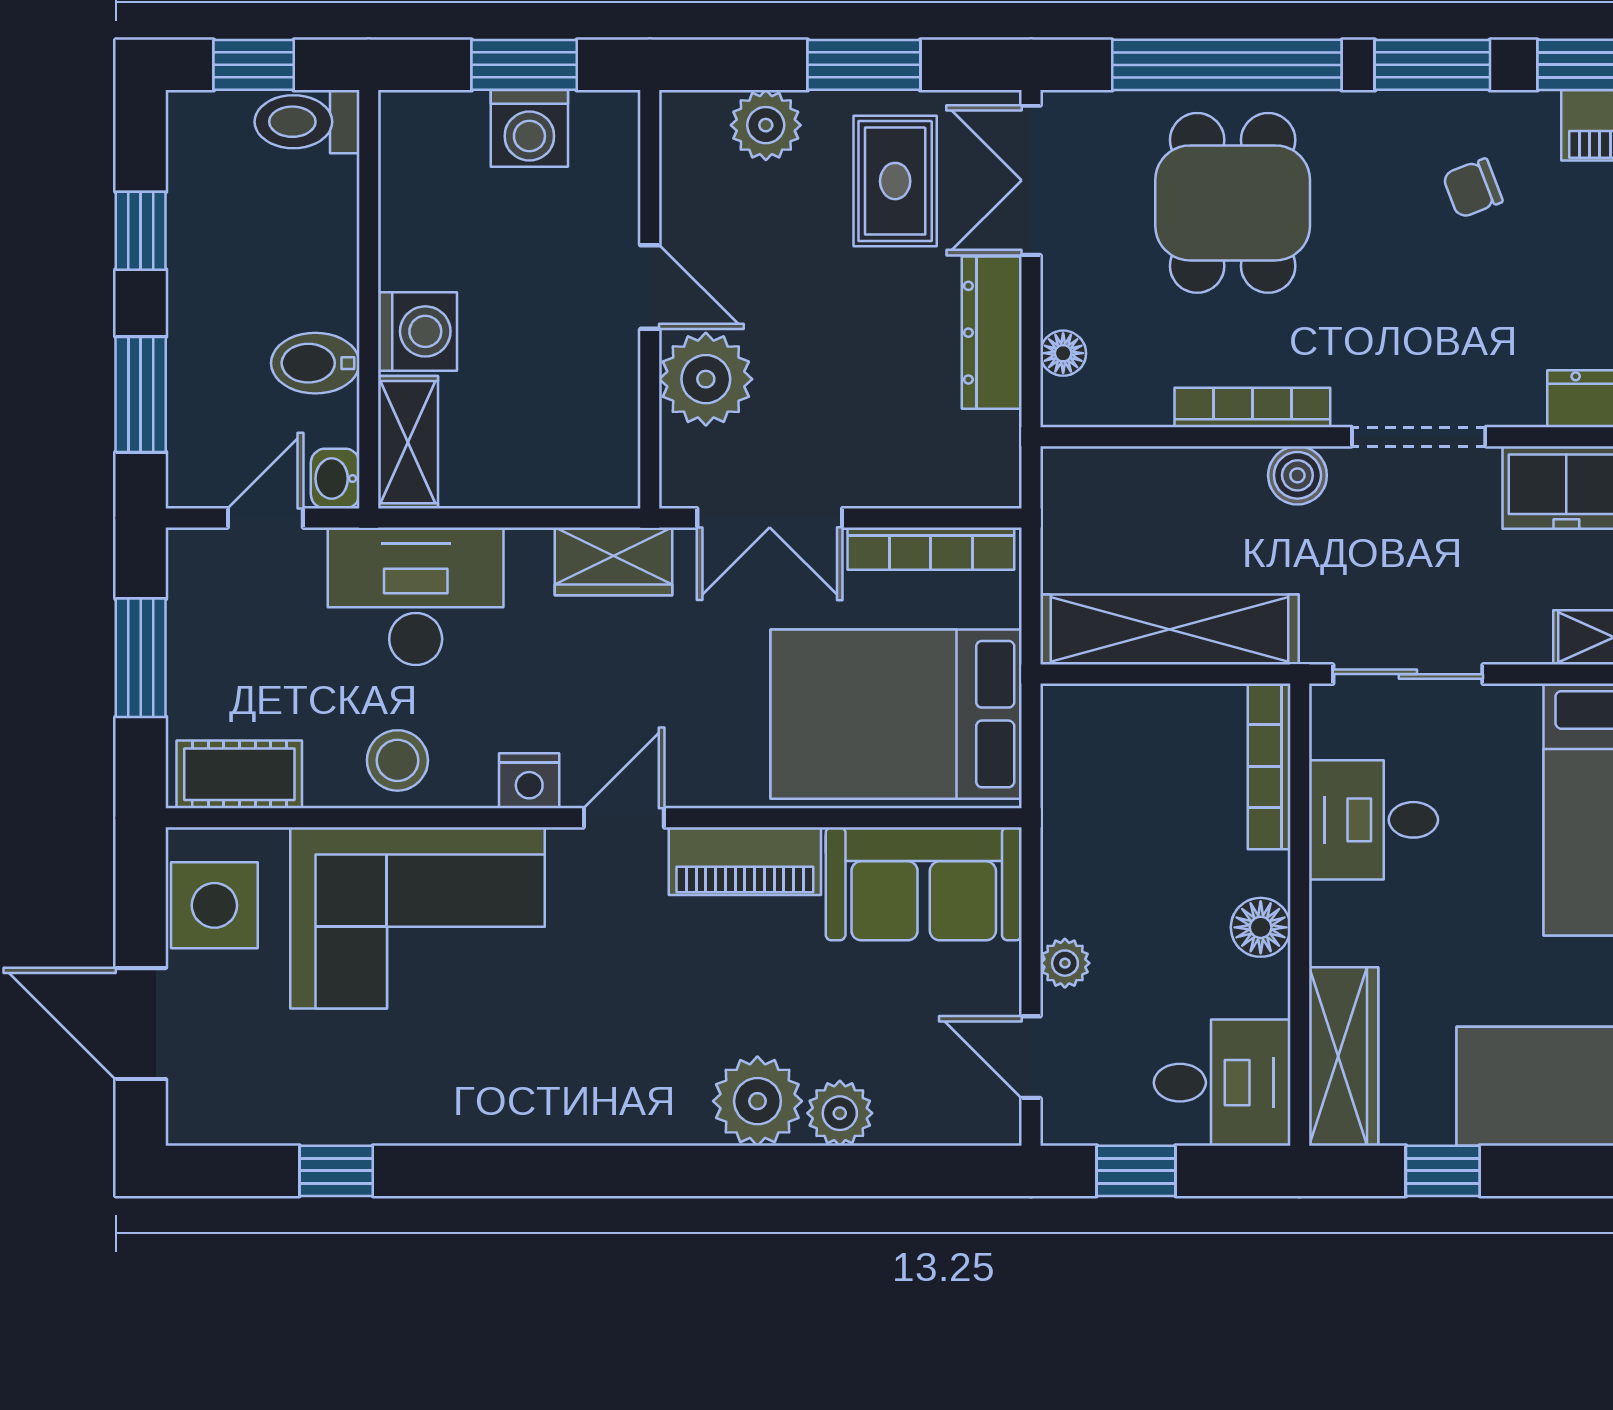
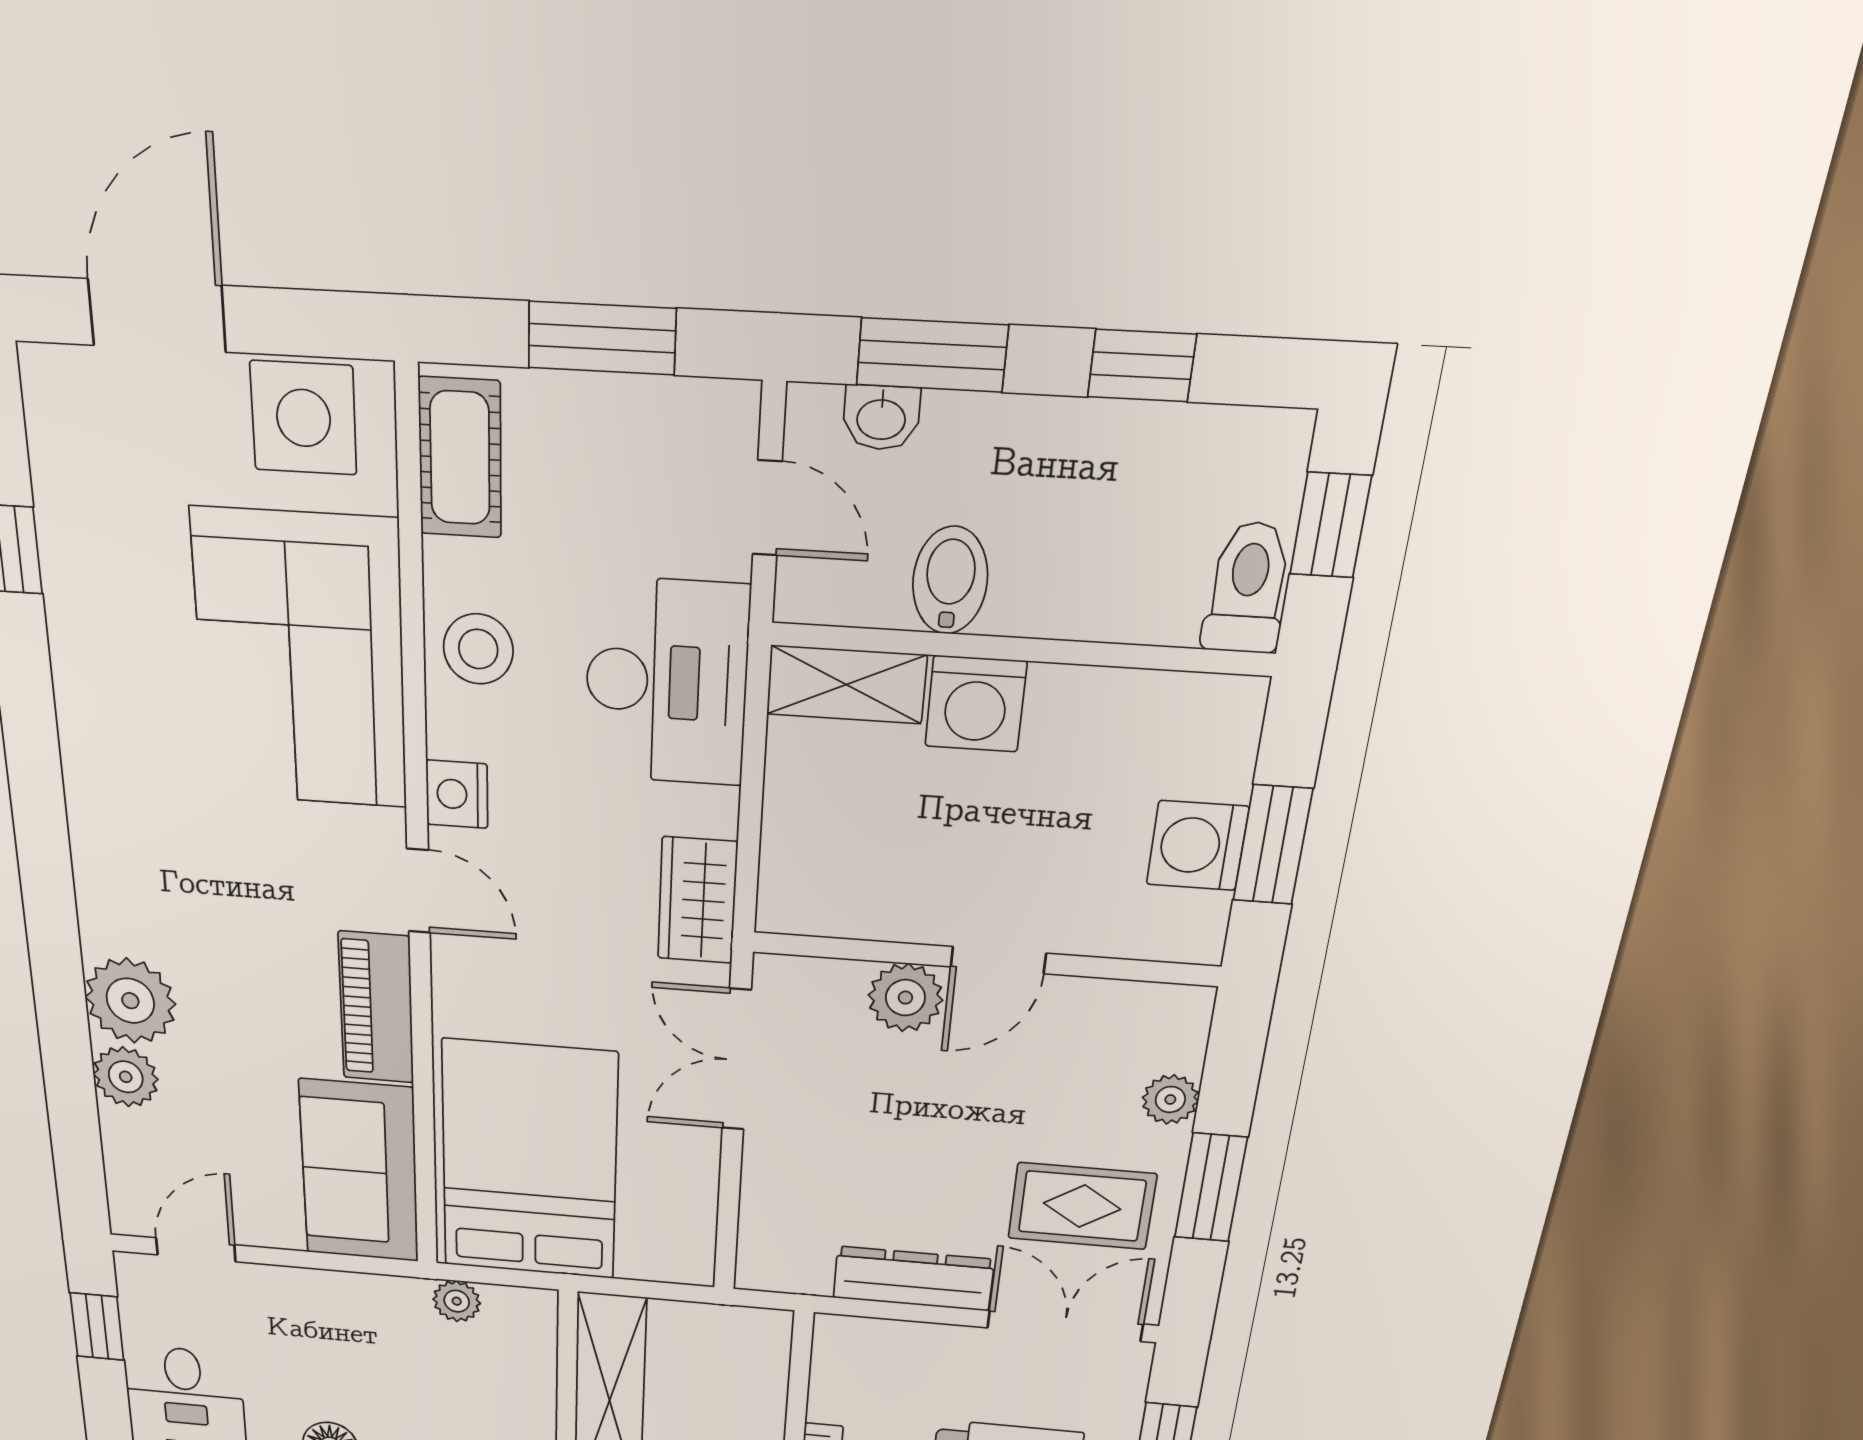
plant: (766, 125) -> (1170, 1099), width x0.73, depth x0.73
floor lamp: (1063, 353) -> (886, 1338), removed
plant: (706, 379) -> (905, 998), width x0.73, depth x0.73
washbasin: (335, 479) -> (881, 418), moved, turned 180
bookcase: (931, 549) -> (697, 1206), removed
plant: (1065, 963) -> (457, 1301), moved

